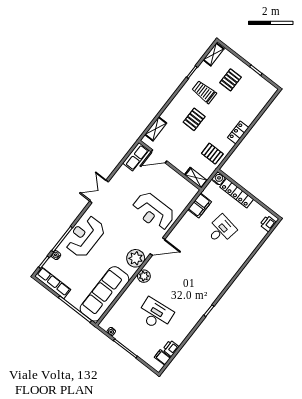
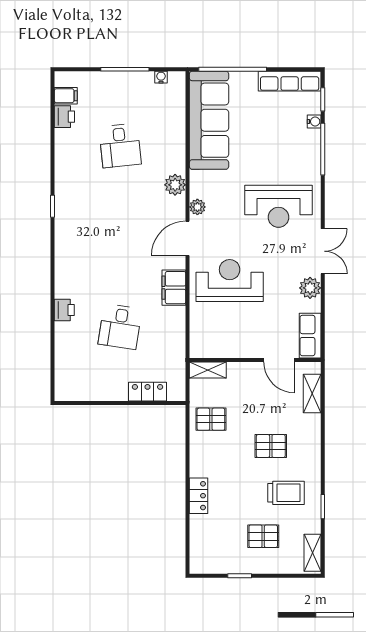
pallet: (230, 80) -> (263, 536), turned 90
pallet: (194, 119) -> (271, 446), turned 90
locker: (238, 132) -> (198, 496), moved
door: (159, 156) -> (279, 360), swing flipped
plant: (118, 179) -> (310, 288), added
water cooler: (218, 179) -> (177, 392), removed
locker: (237, 193) -> (148, 392), width x0.66
filing cabinet: (200, 206) -> (174, 288), moved
printer: (268, 224) -> (64, 310), moved
reception desk: (85, 236) -> (278, 206), moved, turned 90
plant: (136, 258) -> (197, 207), width x0.53, depth x0.53
desk: (155, 314) -> (120, 146), width x0.73

